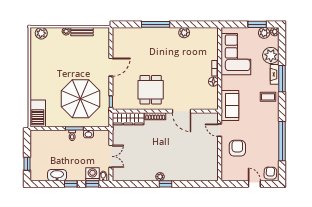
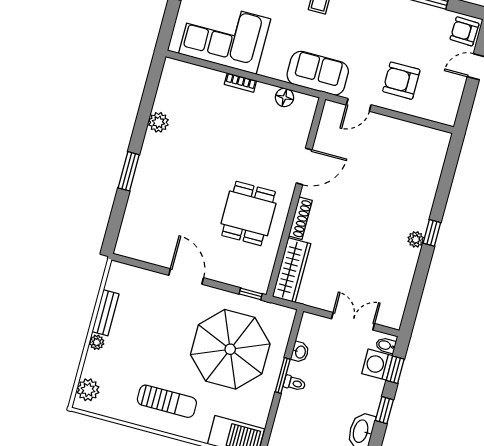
window: (156, 24) -> (129, 171), width x0.69
sun lounger: (46, 74) -> (167, 401), added
floor lamp: (213, 82) -> (284, 97), moved
dining table: (151, 90) -> (249, 213), turned 90

